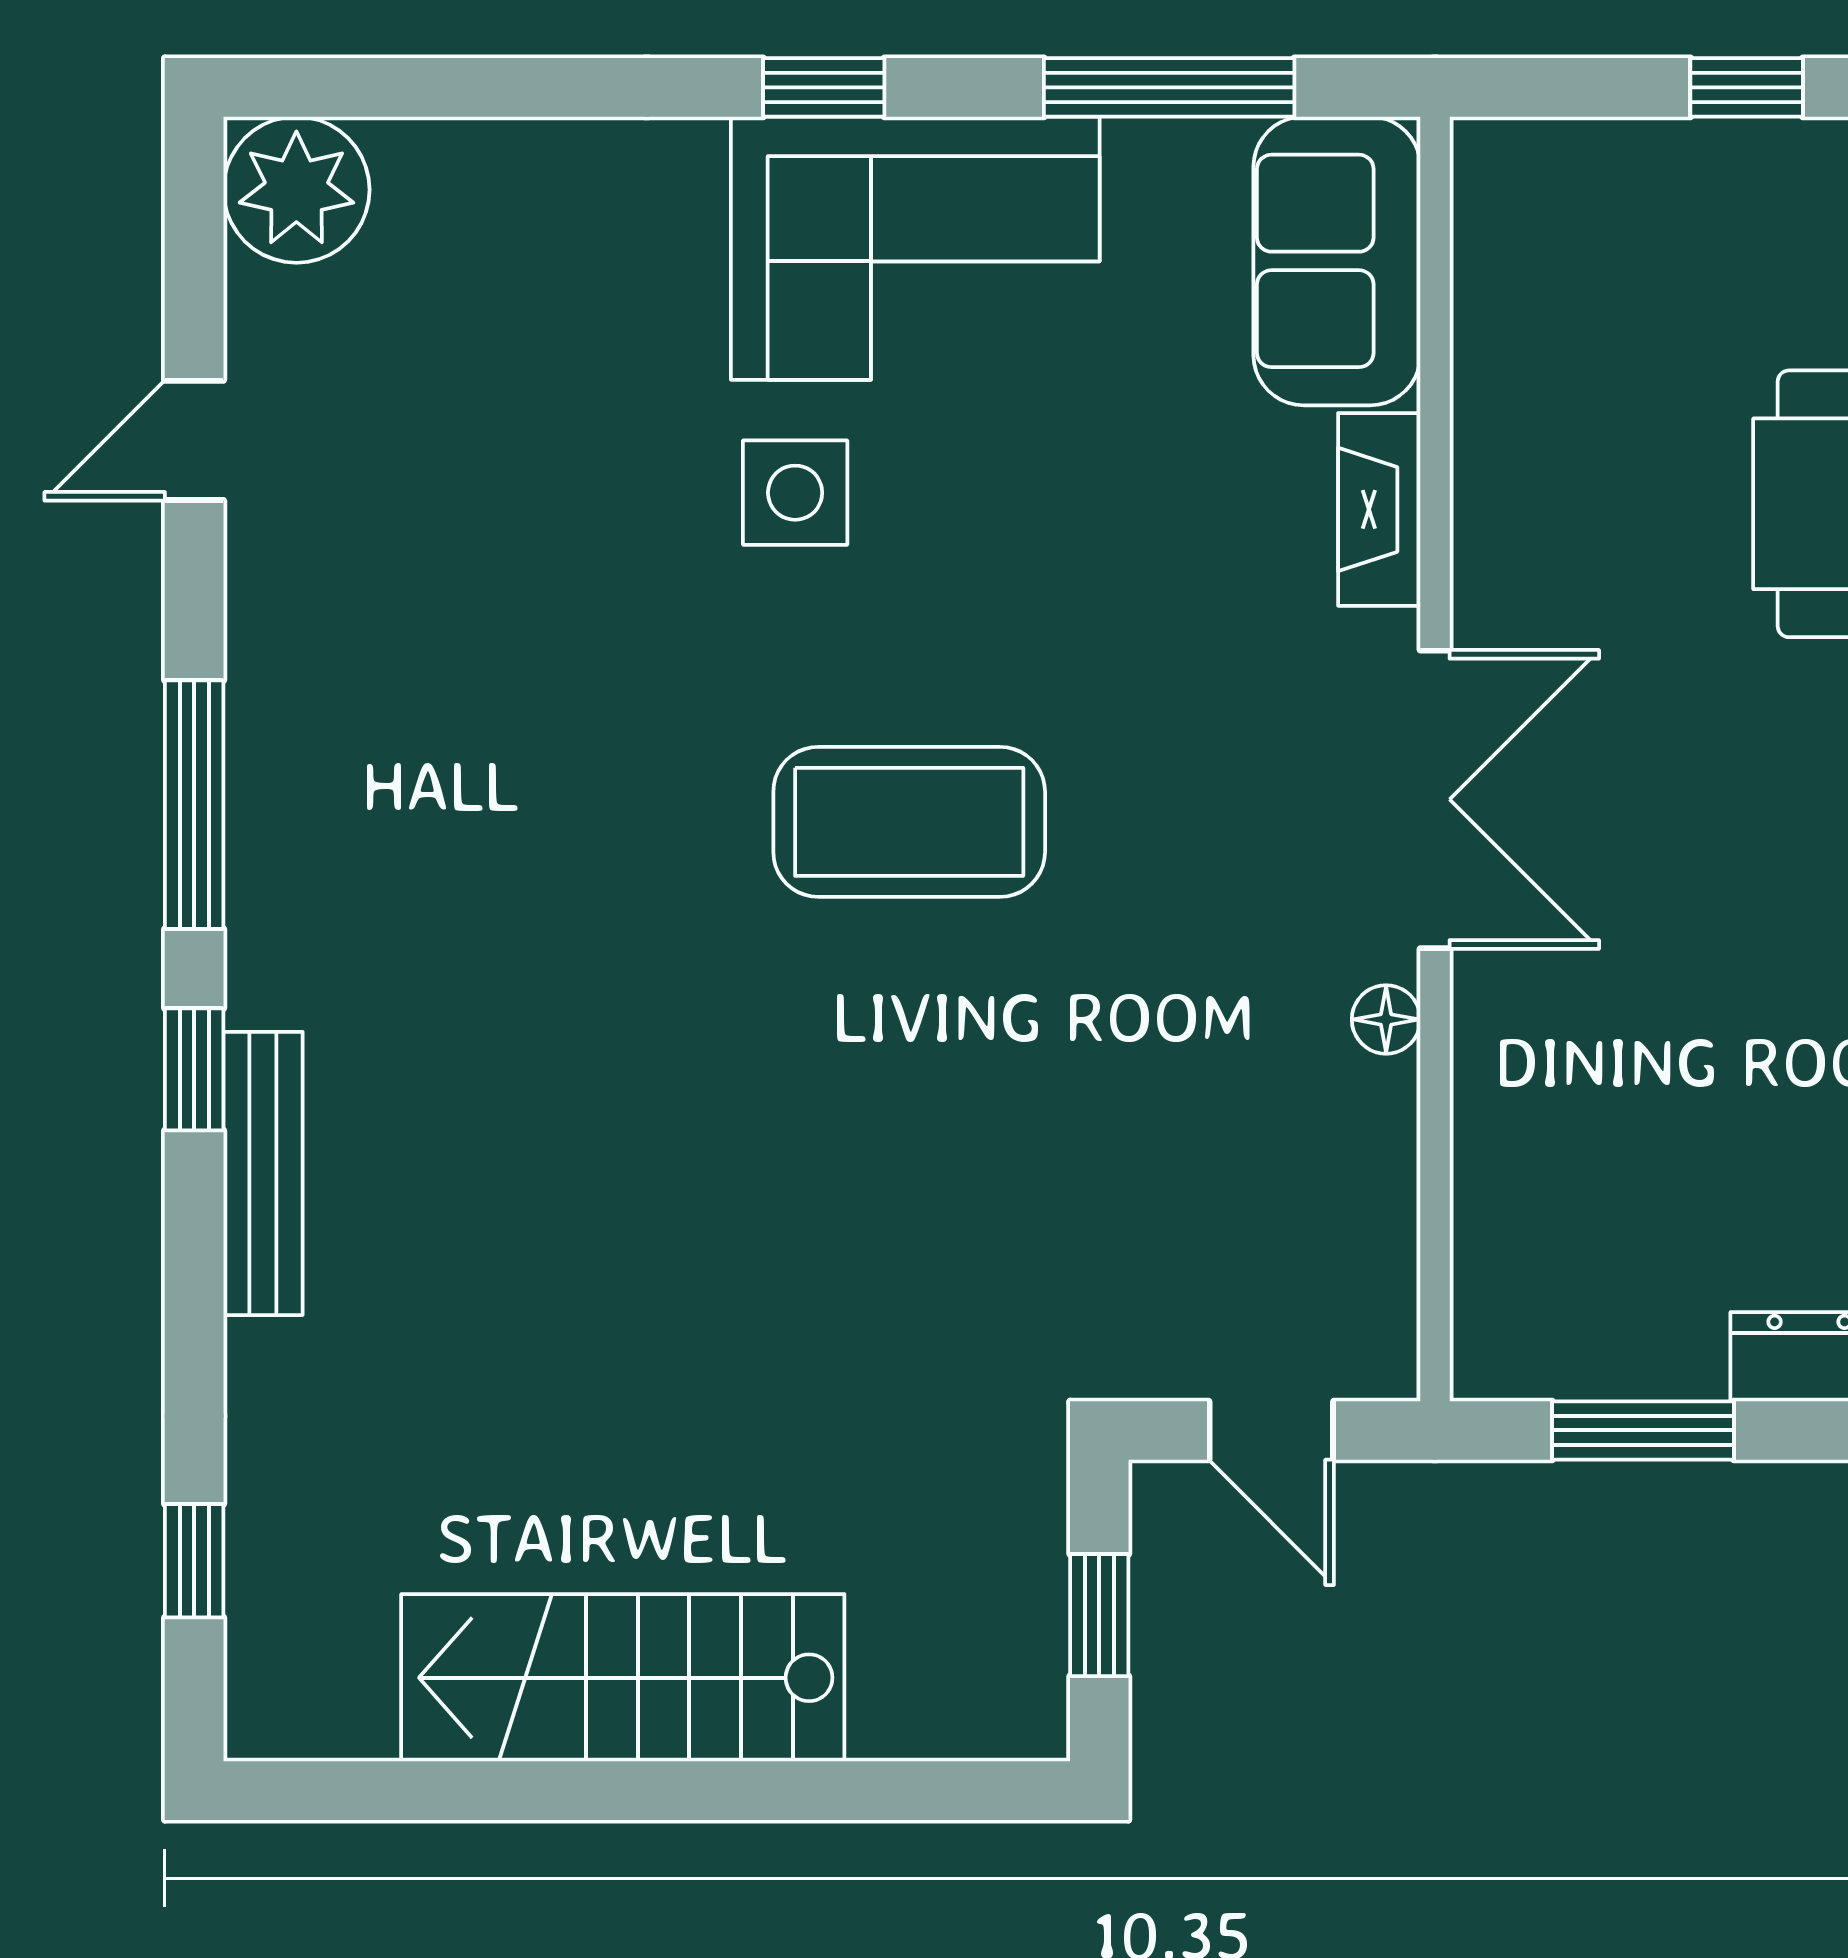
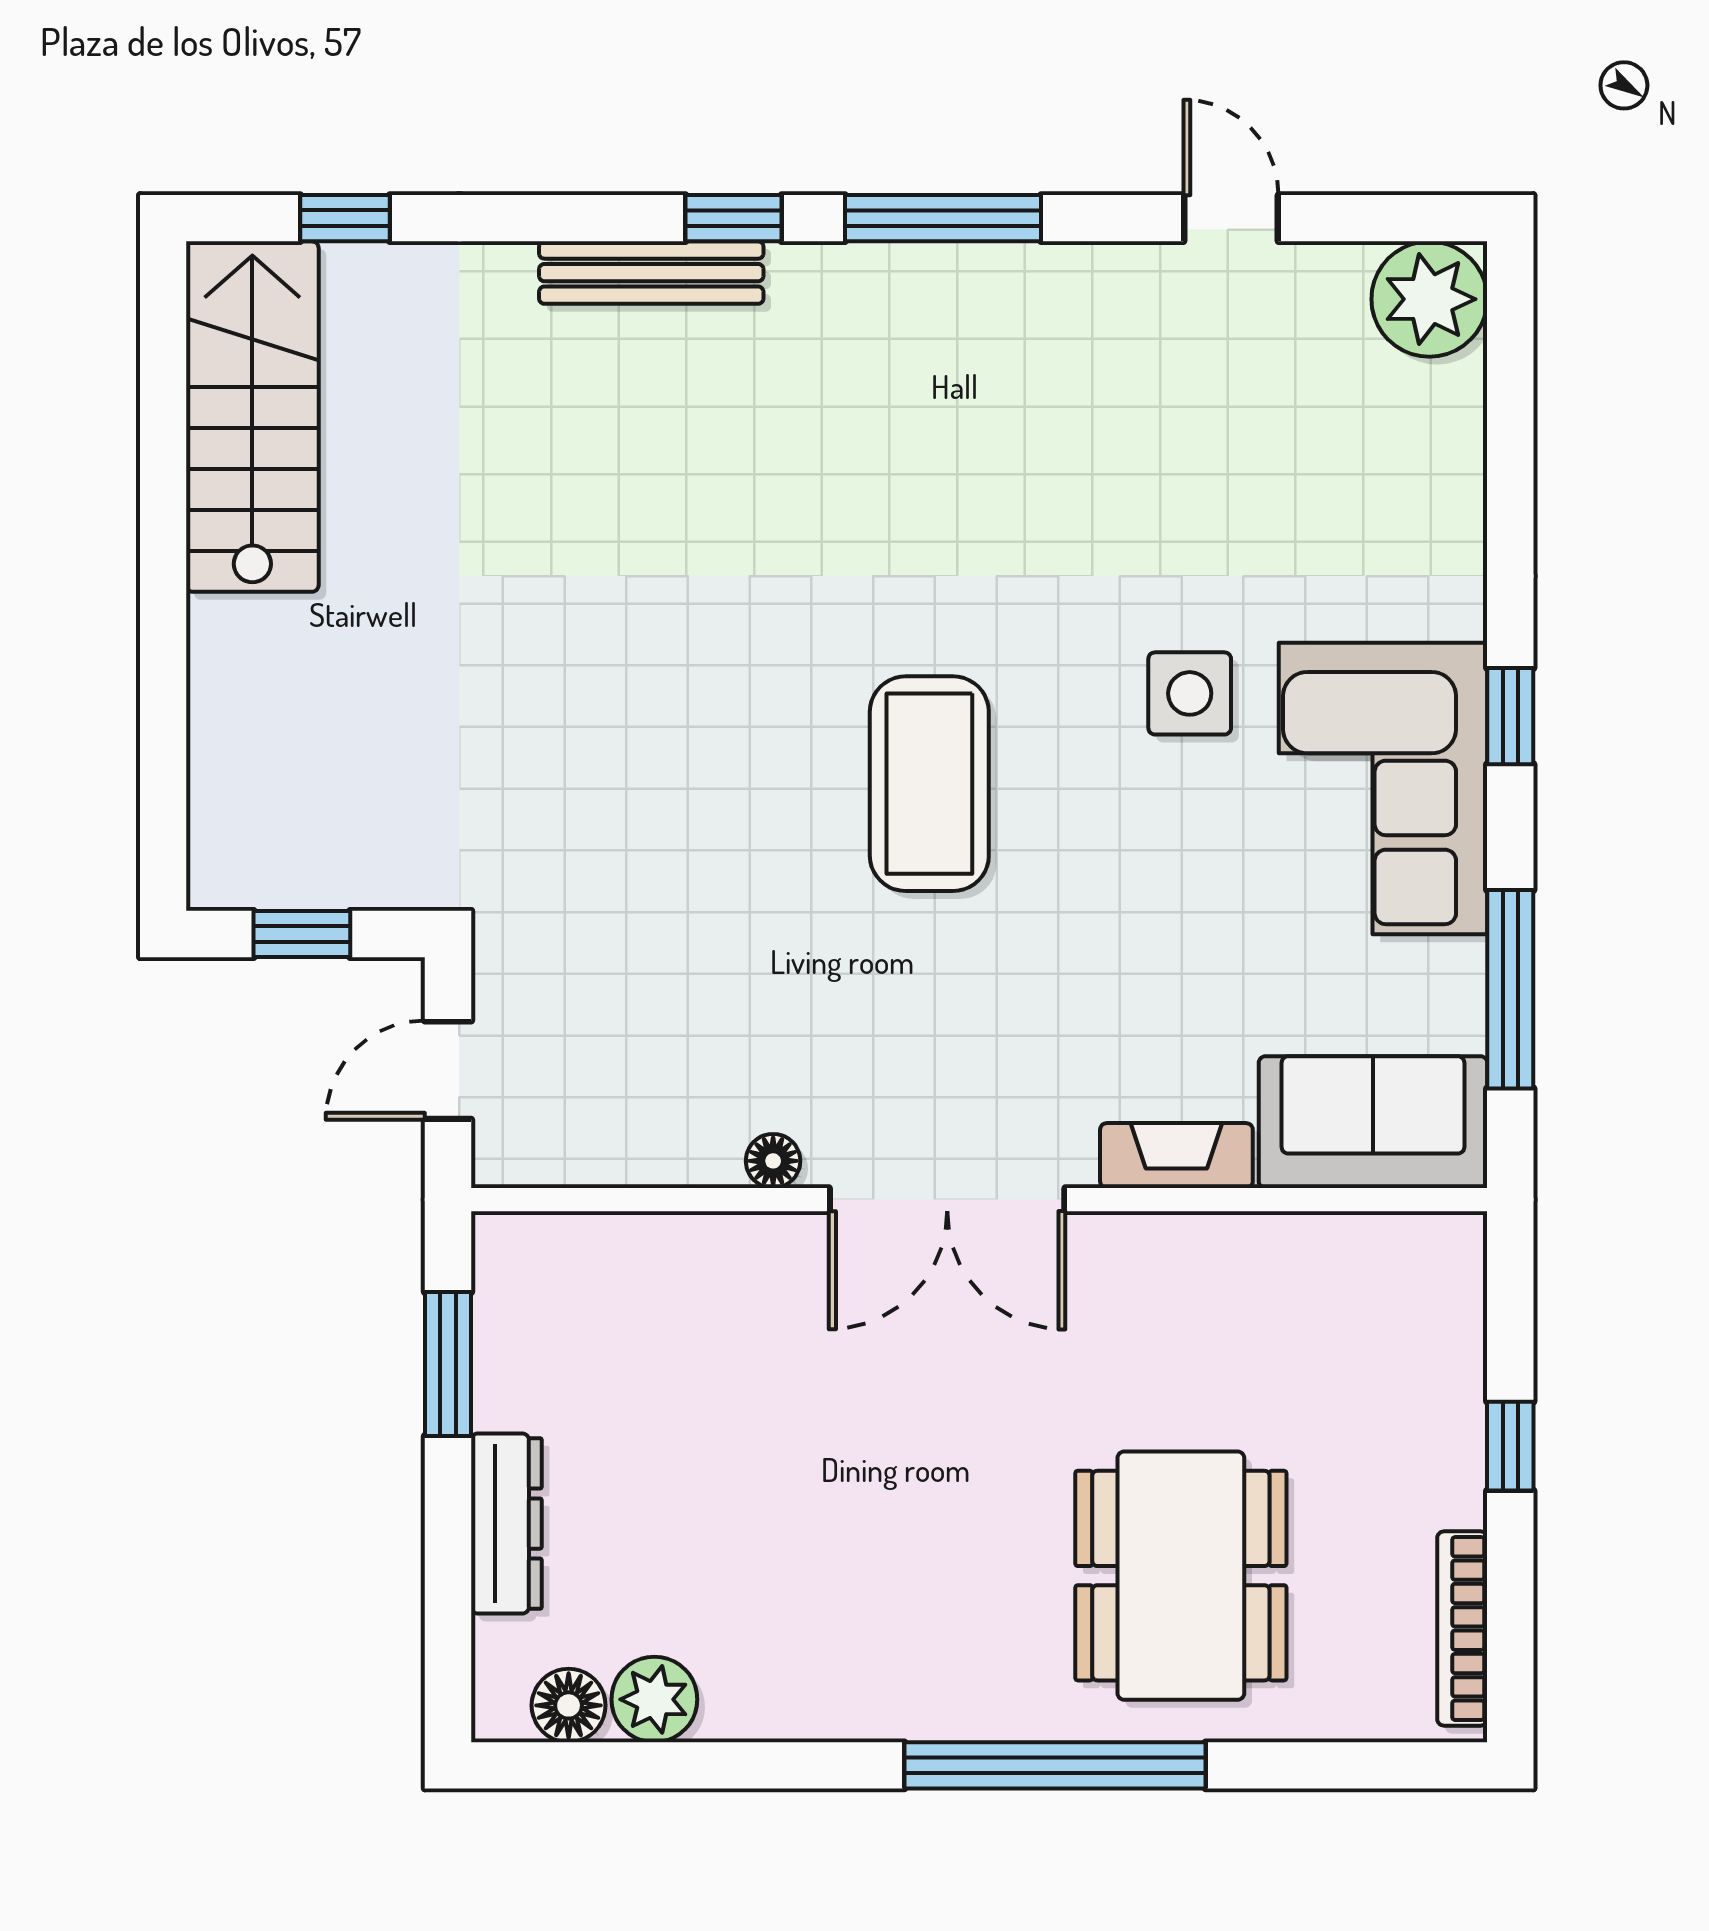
stairs: (623, 1678) -> (252, 417), moved

